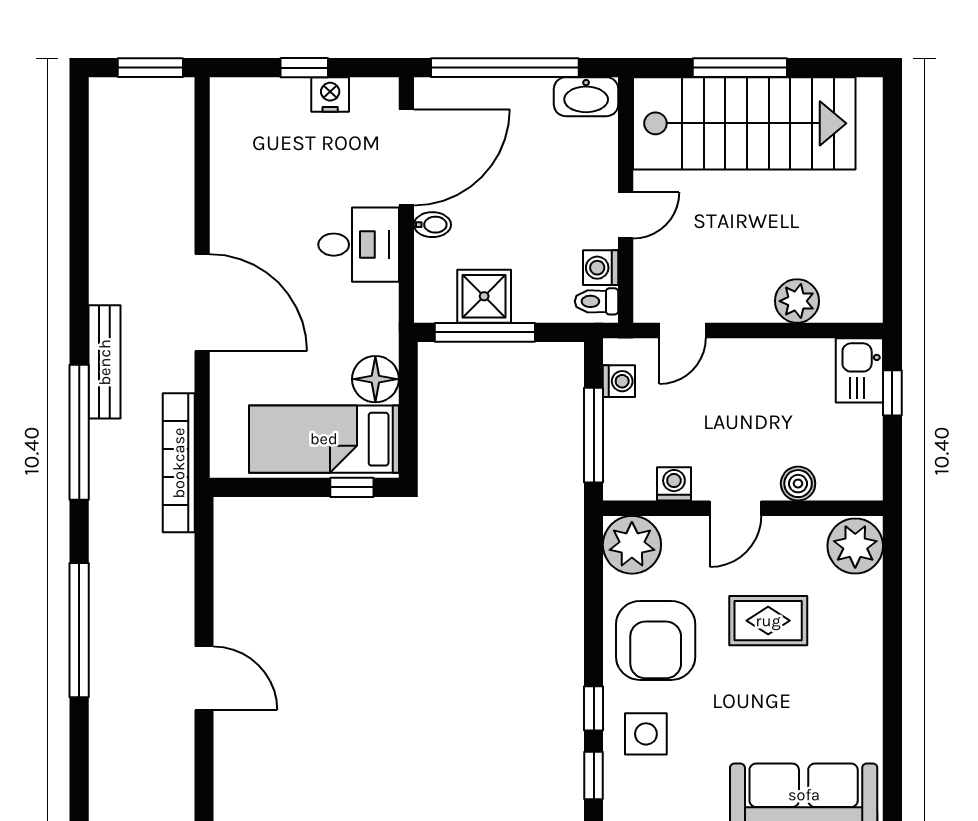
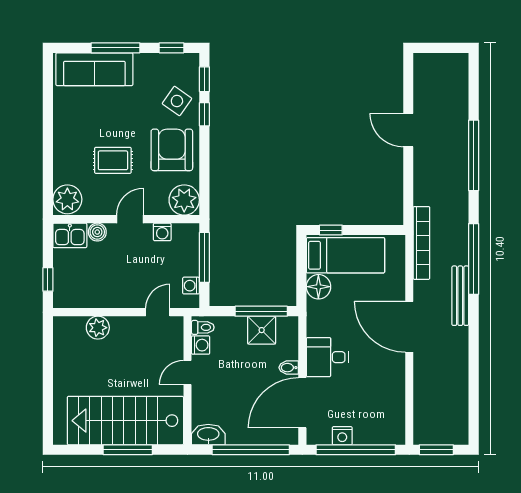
window: (304, 68) -> (356, 450), width x3.17
kitchen sink: (859, 370) -> (70, 235), moved, turned 90
side table: (646, 734) -> (177, 101), turned 35

